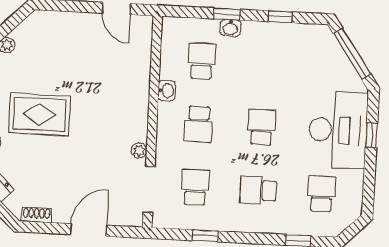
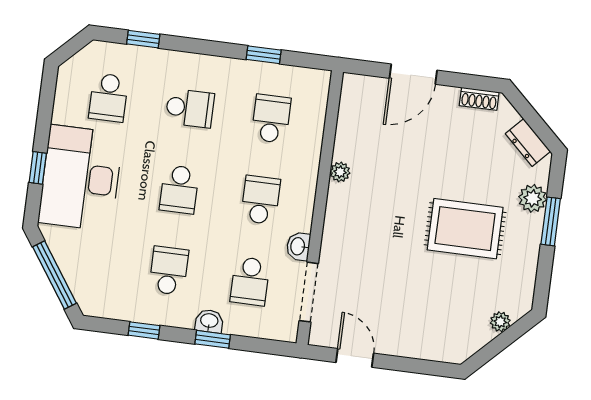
school desk: (265, 64) -> (169, 271), added
school desk: (195, 187) -> (271, 119), turned 180
doorway: (149, 190) -> (309, 292), moved

